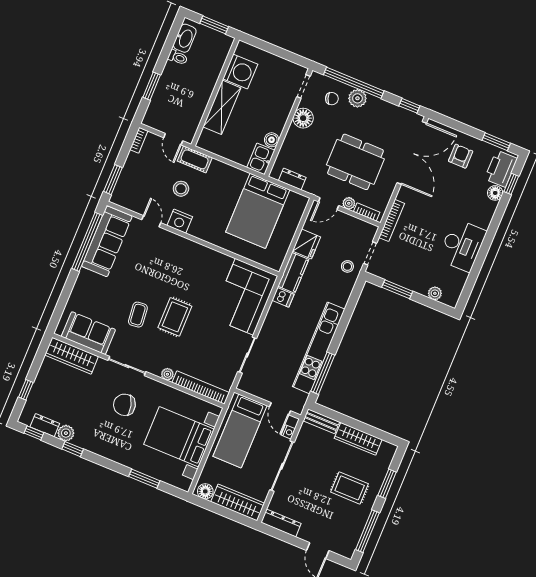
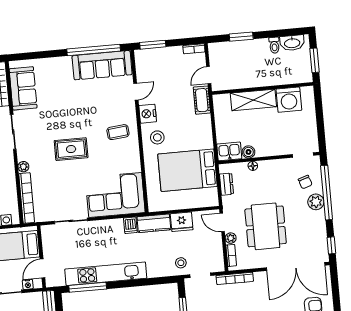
floor lamp: (303, 118) -> (253, 166), moved, width x0.53, depth x0.53
stool: (181, 189) -> (157, 137), moved
coffee table: (138, 315) -> (118, 132), moved

